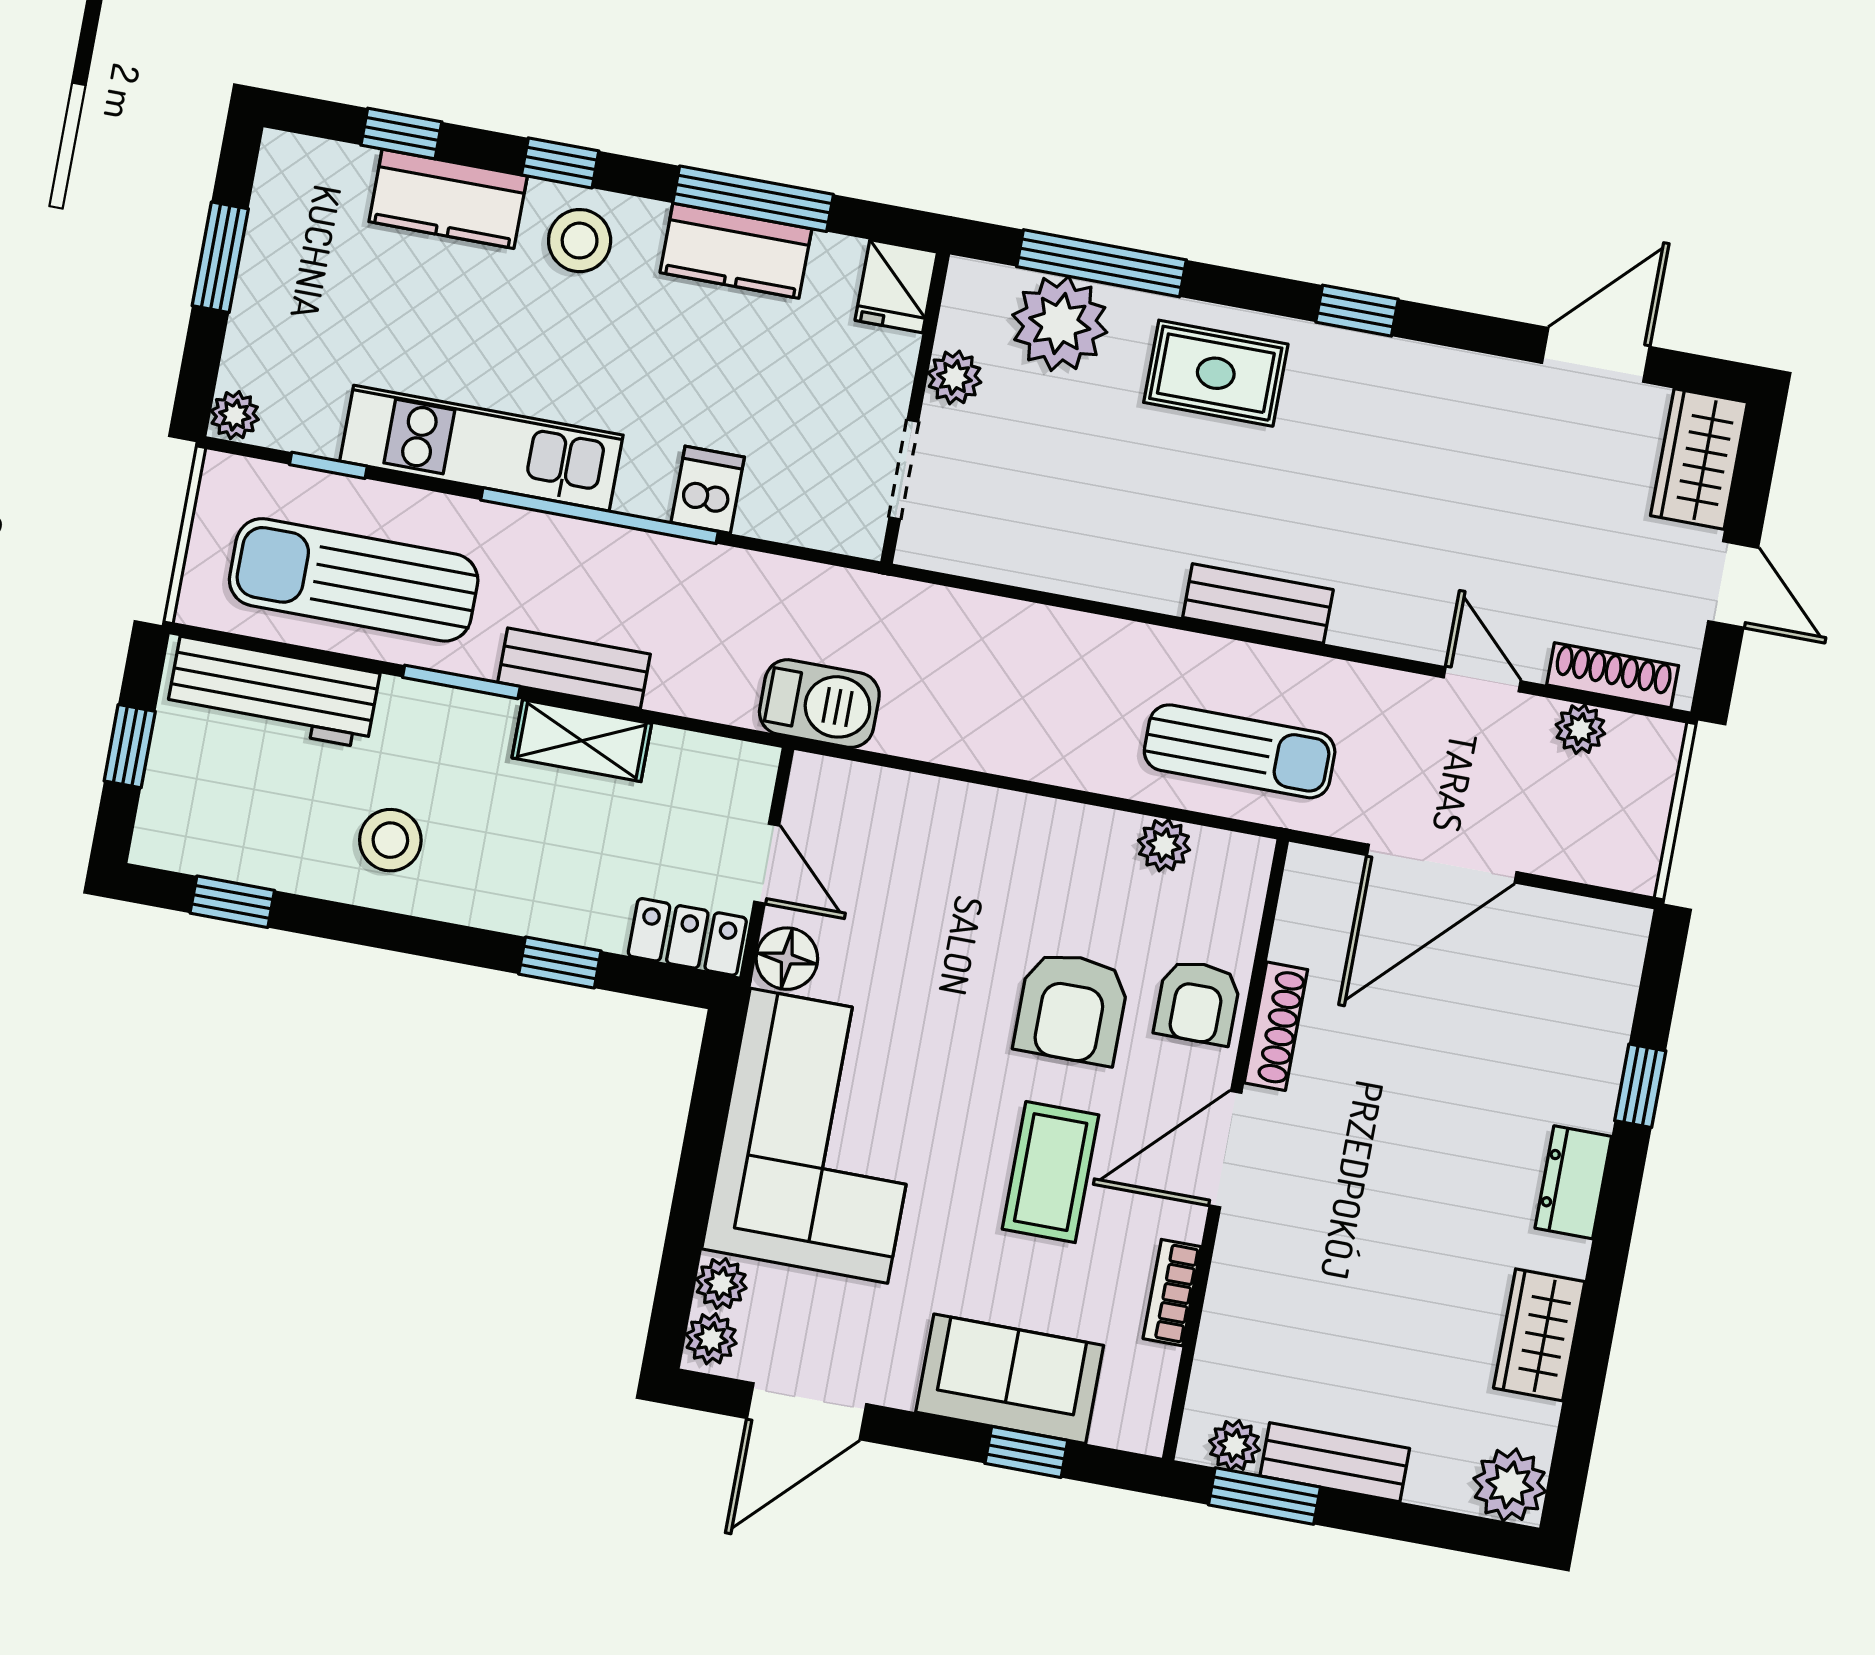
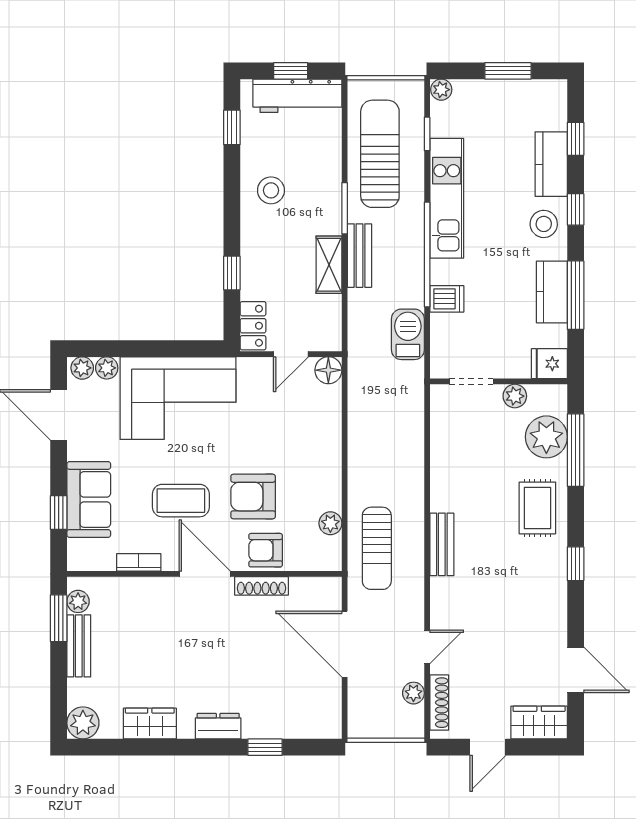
workbench: (273, 692) -> (297, 96), moved, turned -90
barbecue: (819, 704) -> (408, 334), moved, turned 180
floor lamp: (787, 959) -> (328, 370), moved

